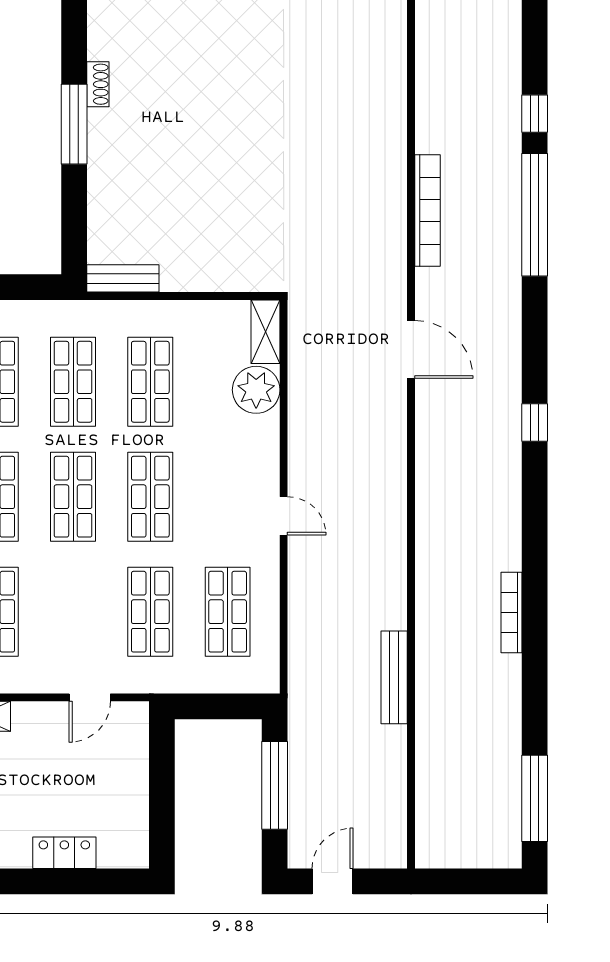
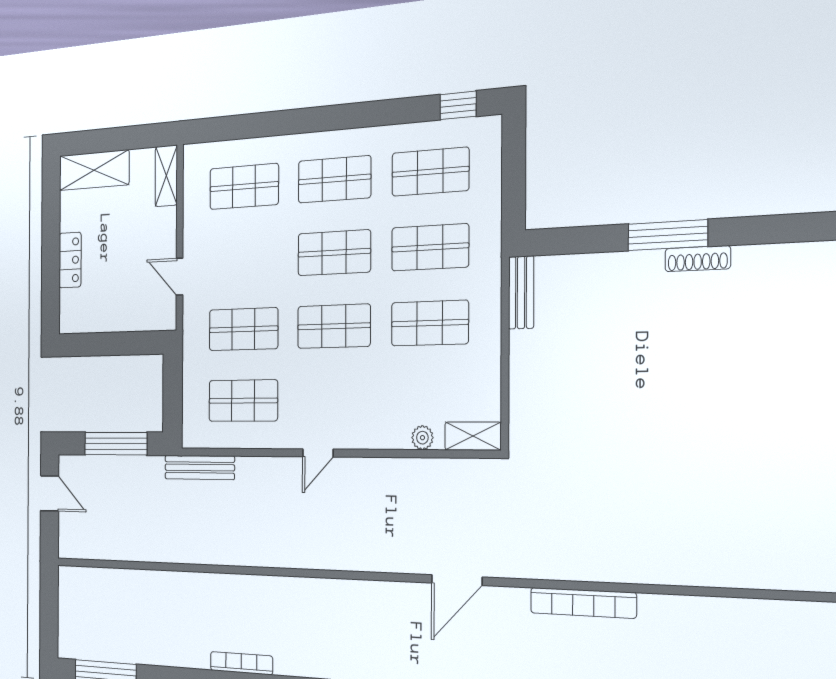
shoe rack: (98, 84) -> (698, 259), width x1.43
plant: (256, 390) -> (422, 438), width x0.53, depth x0.53
bench: (394, 677) -> (200, 467), moved

